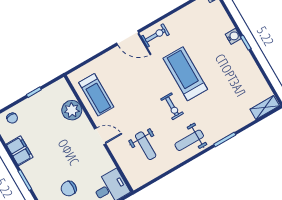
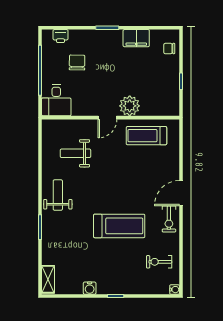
water cooler: (233, 36) -> (90, 288), moved
exercise bike: (172, 106) -> (159, 262), moved
plant: (72, 110) -> (130, 106), moved

